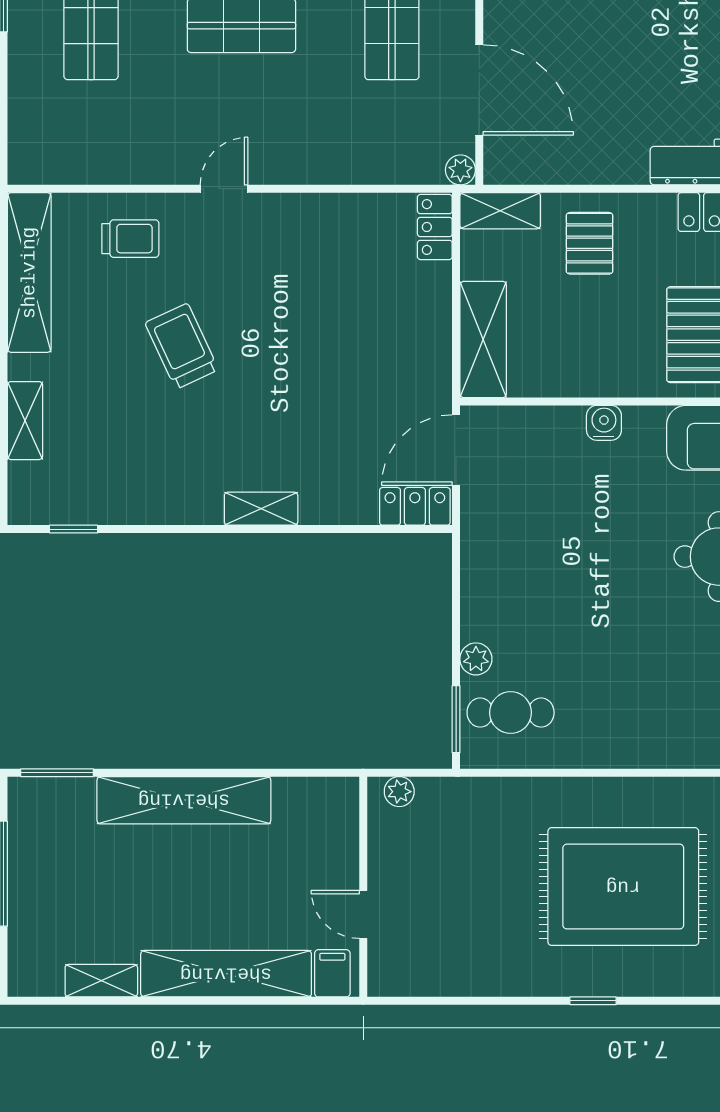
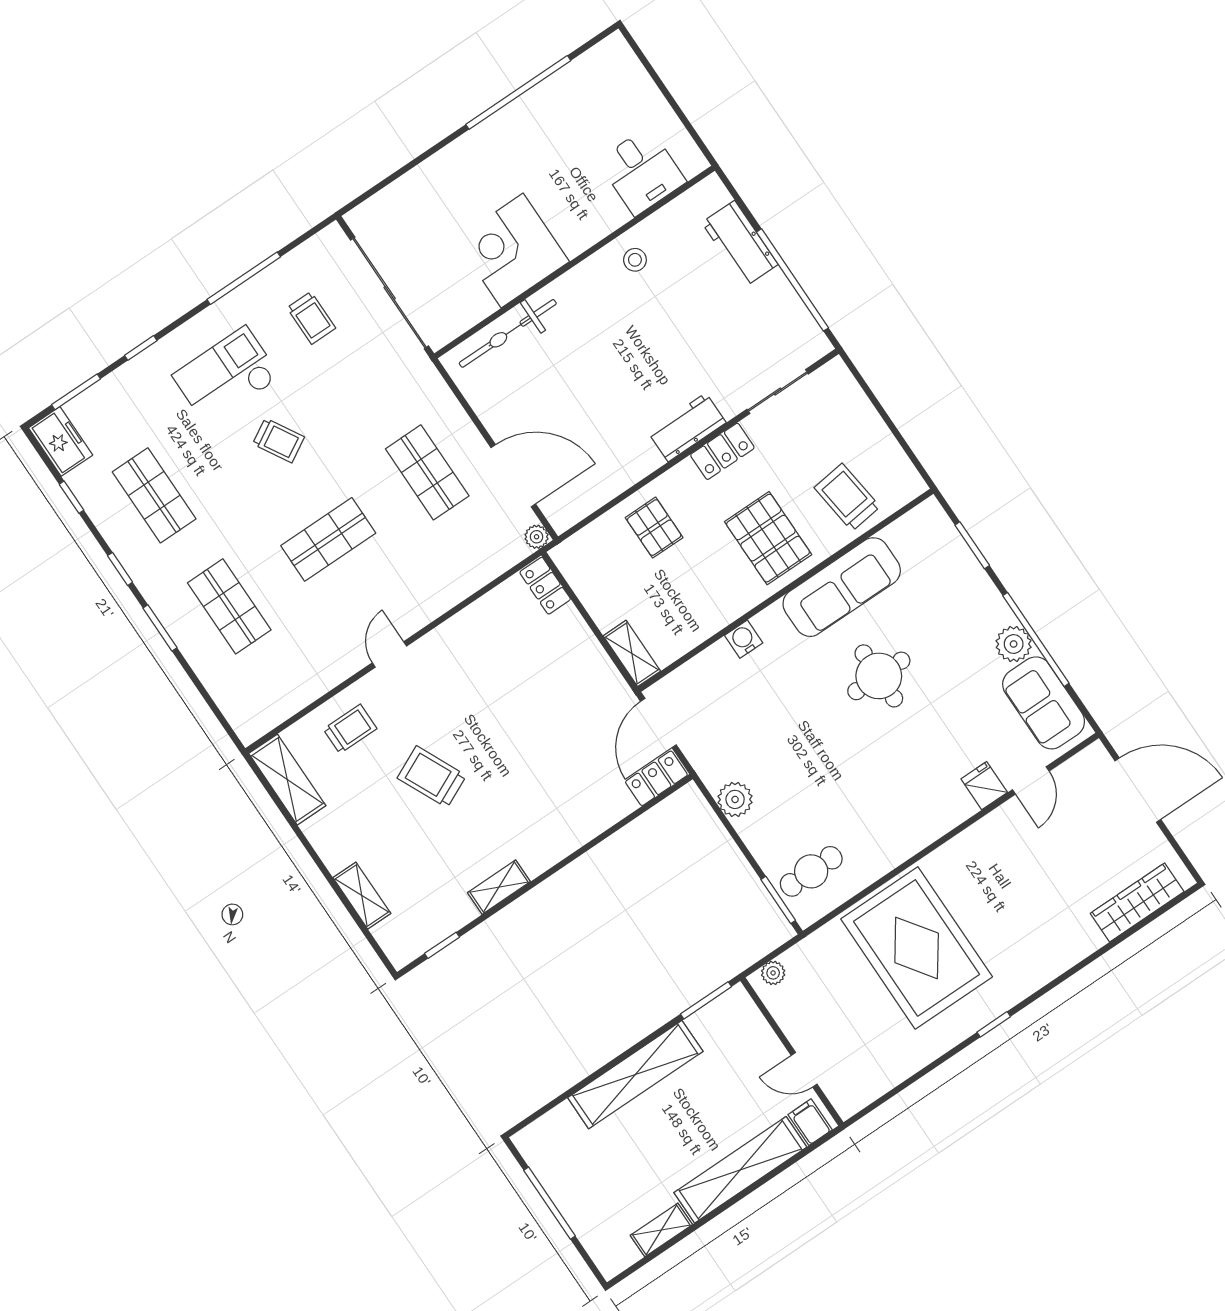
shelving: (500, 211) -> (581, 546), removed
shelving: (29, 273) -> (287, 780), width x0.68
shelving: (483, 339) -> (632, 653), width x0.67, depth x0.75
shelving: (261, 509) -> (499, 887), moved
plant: (476, 659) -> (735, 799), moved, width x1.38, depth x1.38
window: (57, 773) -> (706, 1000), moved
rug: (623, 887) -> (917, 948), moved, turned 90

